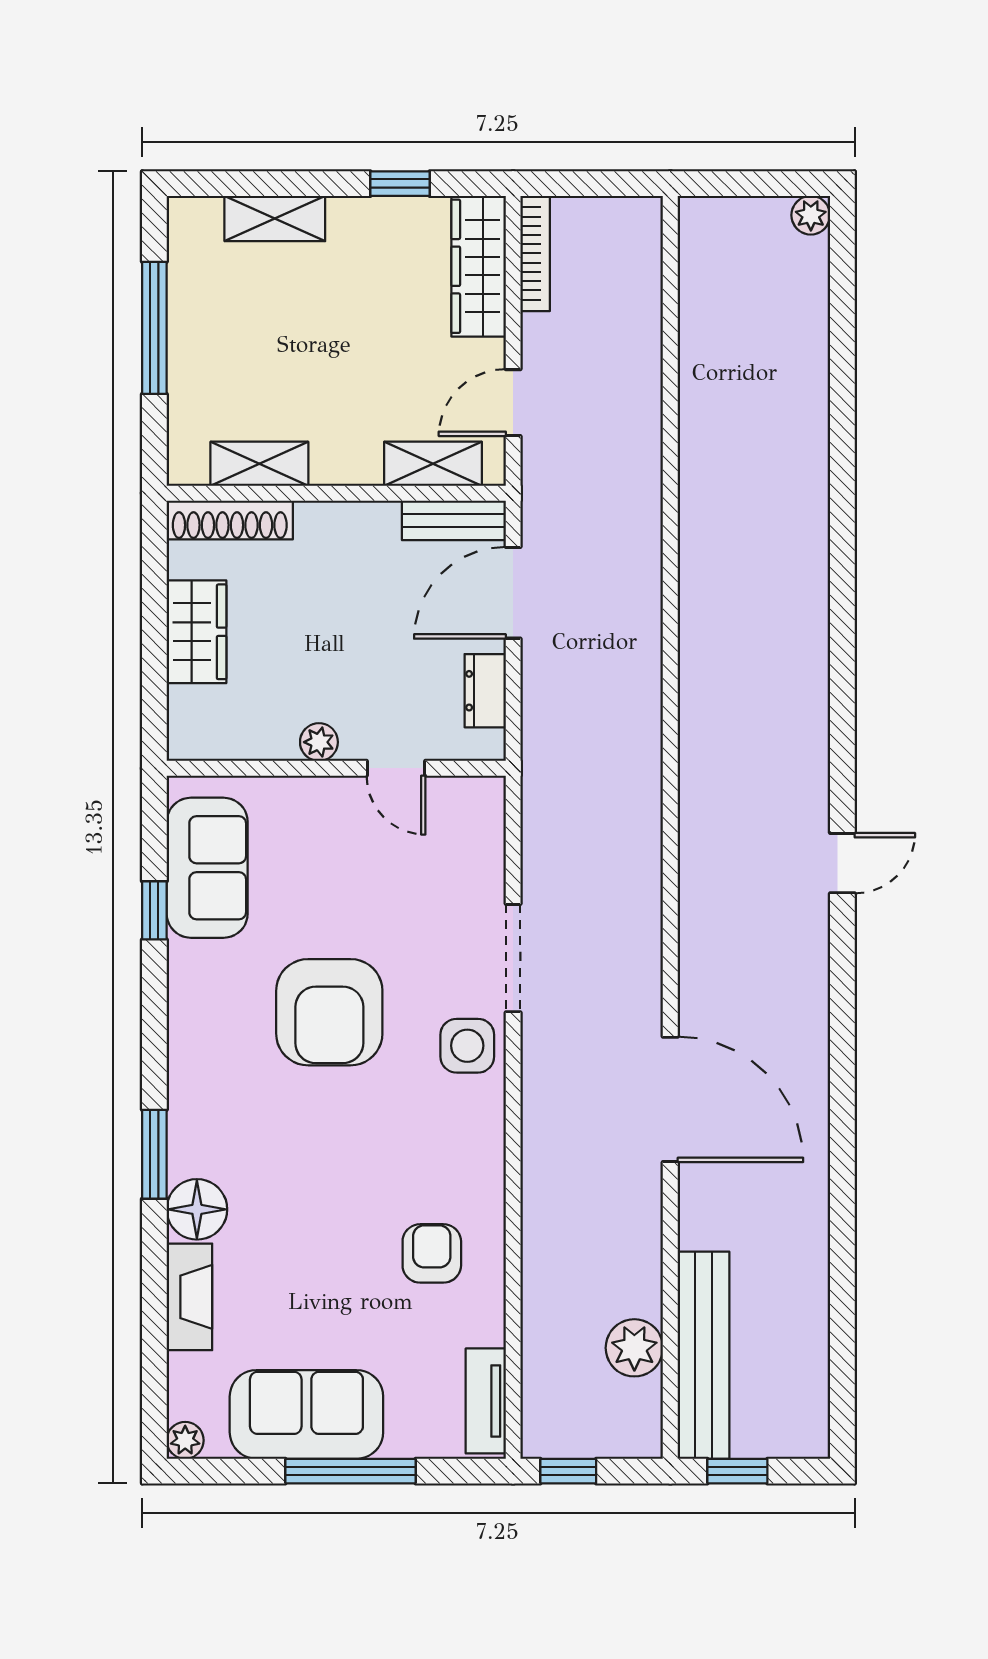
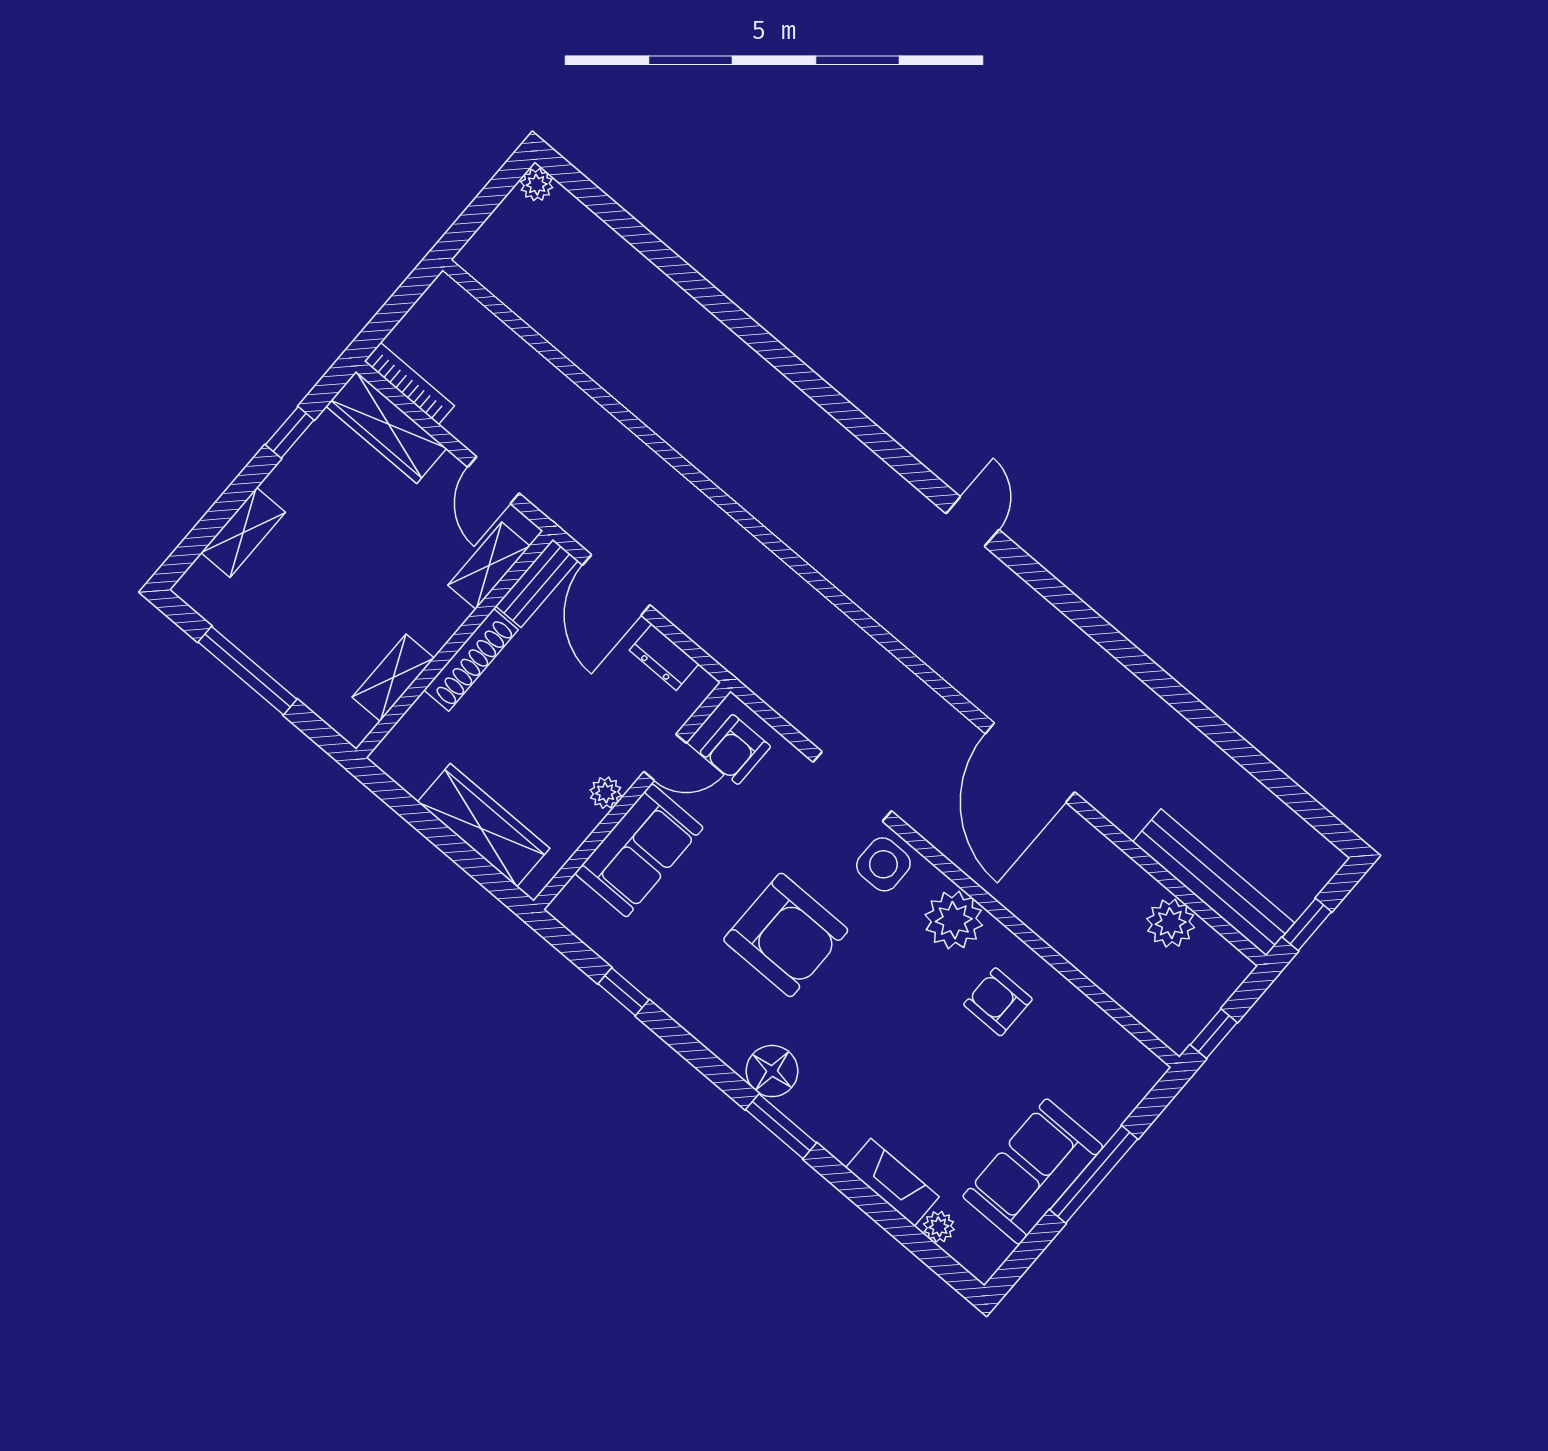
shoe rack: (230, 520) -> (471, 660), moved
wardrobe: (197, 632) -> (483, 825), width x1.50
armchair: (457, 825) -> (735, 749), added
sofa: (207, 868) -> (639, 850), moved, turned 90
door: (670, 1099) -> (1030, 763), swing flipped
plant: (471, 1151) -> (954, 920), added
floor lamp: (197, 1209) -> (772, 1071), moved
tv unit: (486, 1401) -> (1123, 1048), removed
plant: (185, 1440) -> (939, 1227), moved

